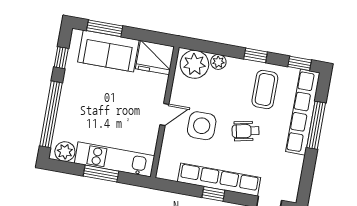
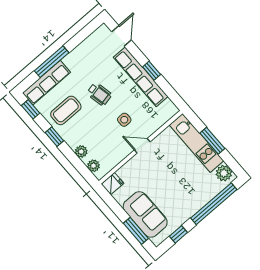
fridge: (155, 58) -> (113, 184), width x0.53, depth x0.75
plant: (194, 64) -> (93, 166), width x0.53, depth x0.53
row of seats: (303, 112) -> (46, 83), width x0.73
side table: (202, 126) -> (124, 120), width x0.54, depth x0.54

